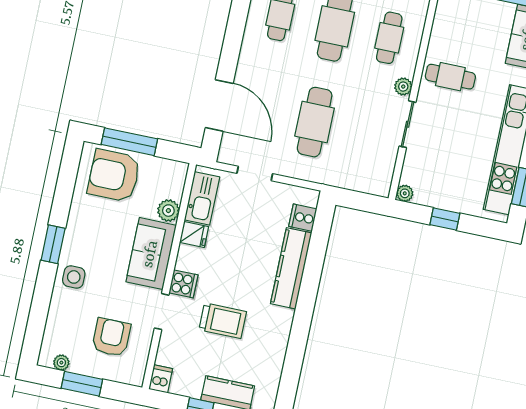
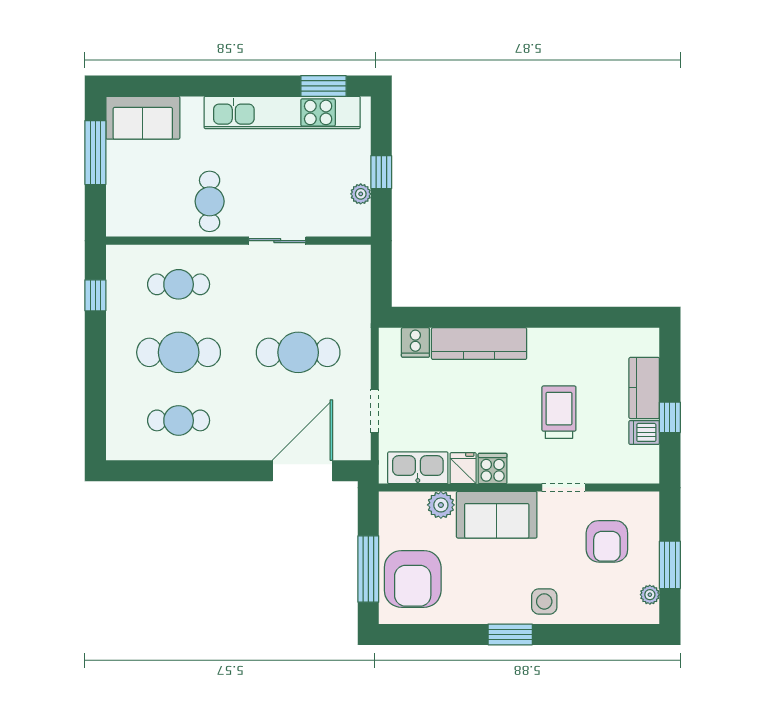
plant: (403, 87) -> (233, 255), removed
plant: (405, 193) -> (361, 194), moved
cooker: (183, 284) -> (493, 468), moved
armchair: (111, 337) -> (607, 541), turned -90
dishwasher: (161, 379) -> (644, 432), moved

